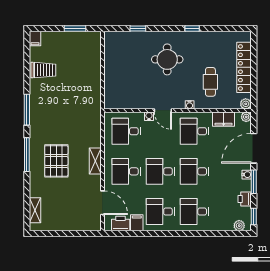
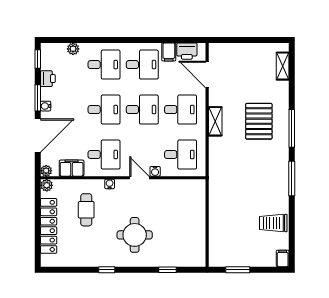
plant: (239, 226) -> (73, 49), moved

